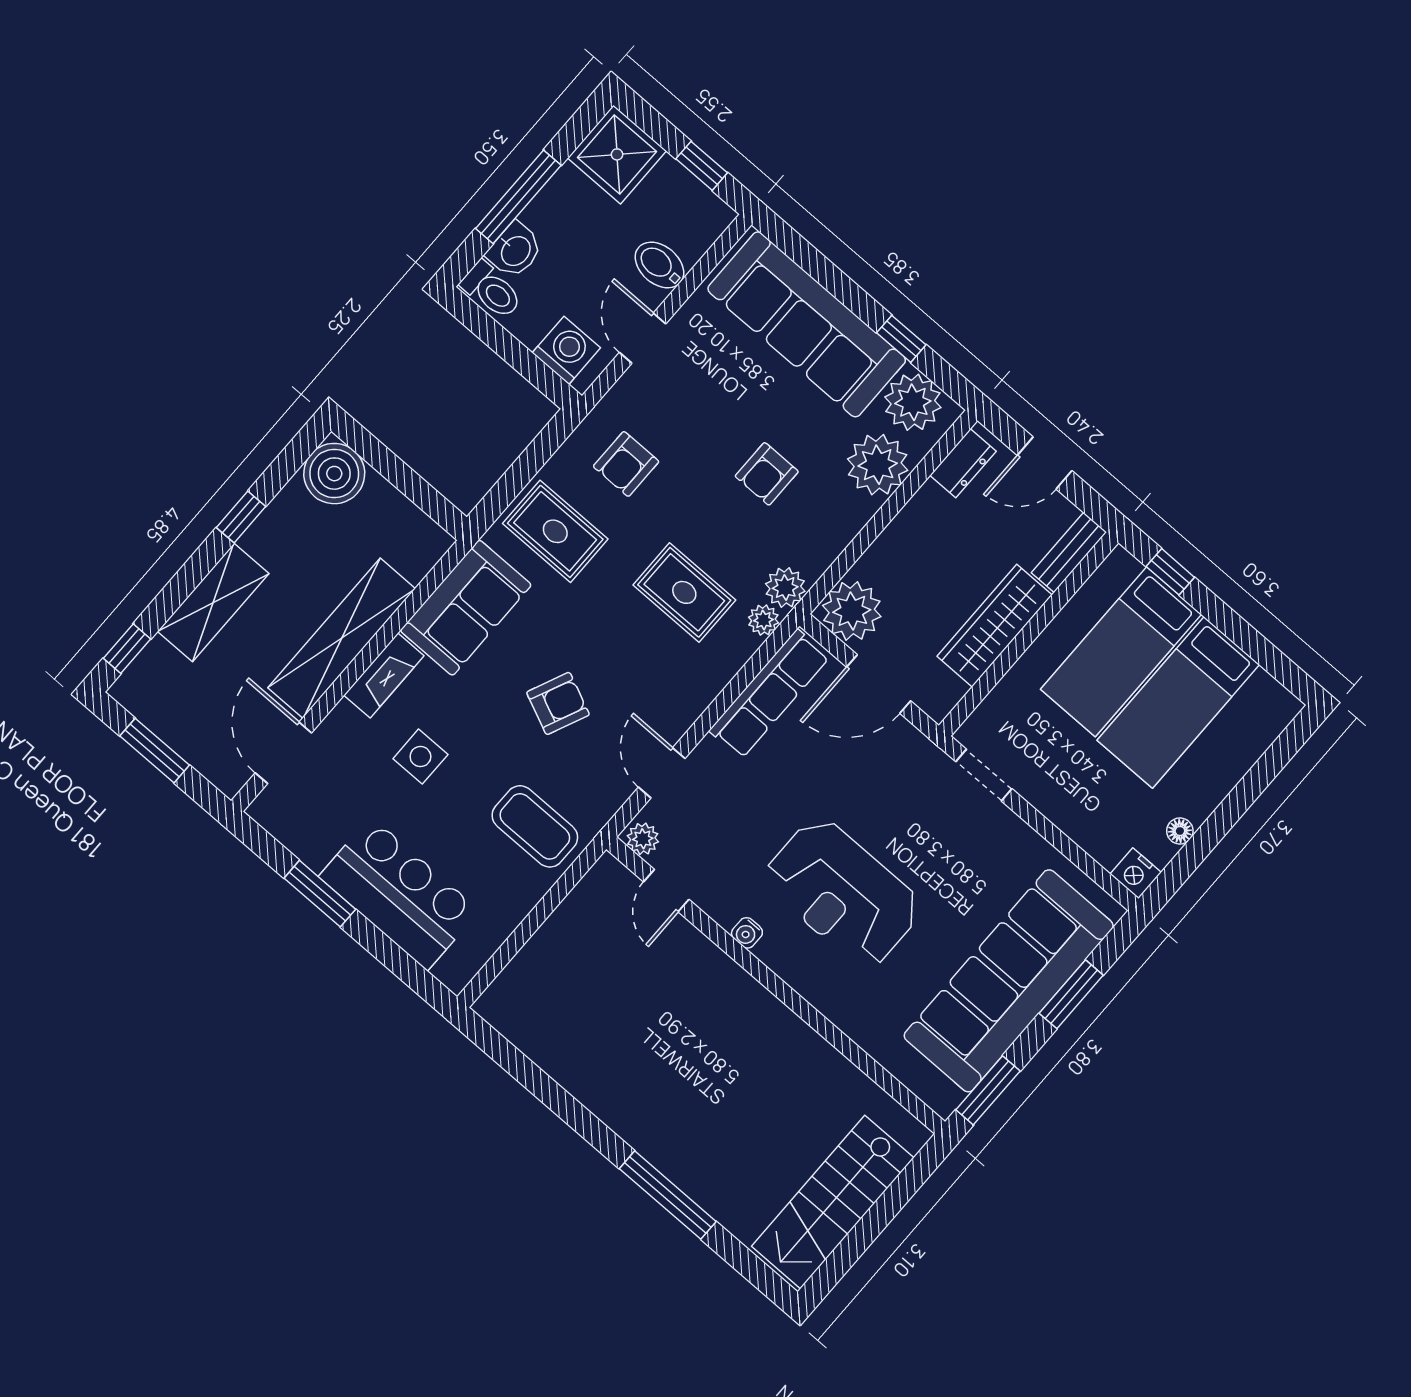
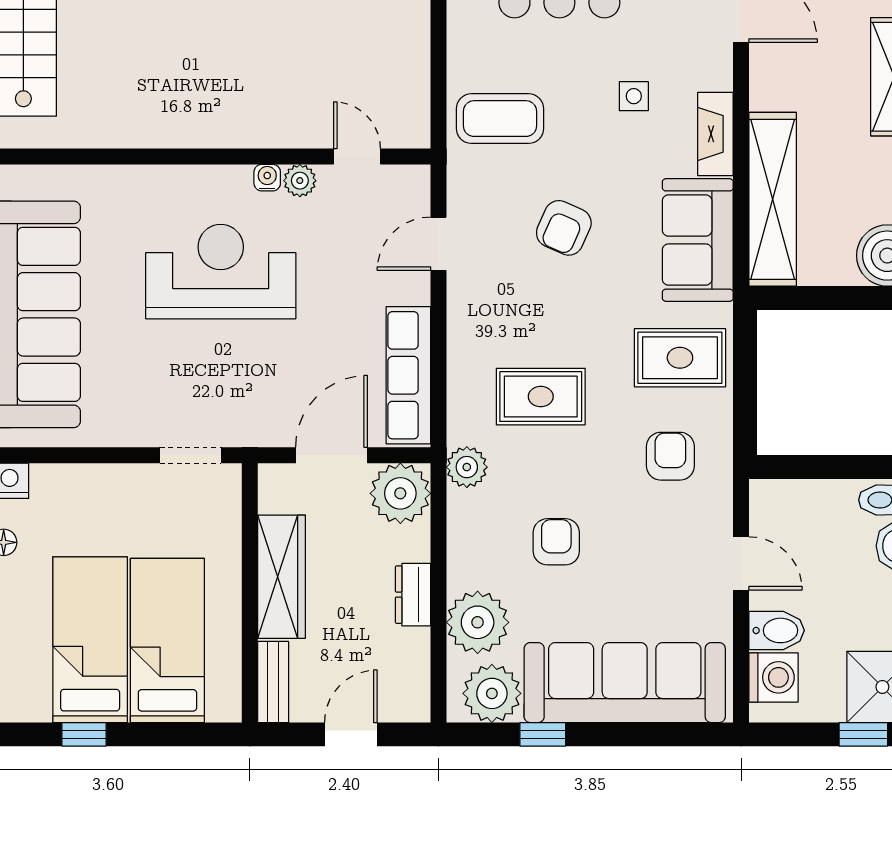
window: (702, 166) -> (863, 734), moved
washing machine: (566, 350) -> (774, 677), moved, turned -90
dresser: (963, 463) -> (413, 595), moved
window: (1170, 572) -> (84, 734), moved
plant: (763, 620) -> (462, 428), removed
shelving: (342, 638) -> (773, 199), moved
side table: (420, 757) -> (634, 96), width x0.73, depth x0.73
door: (662, 773) -> (438, 244), swing flipped
plant: (643, 839) -> (300, 181), moved

